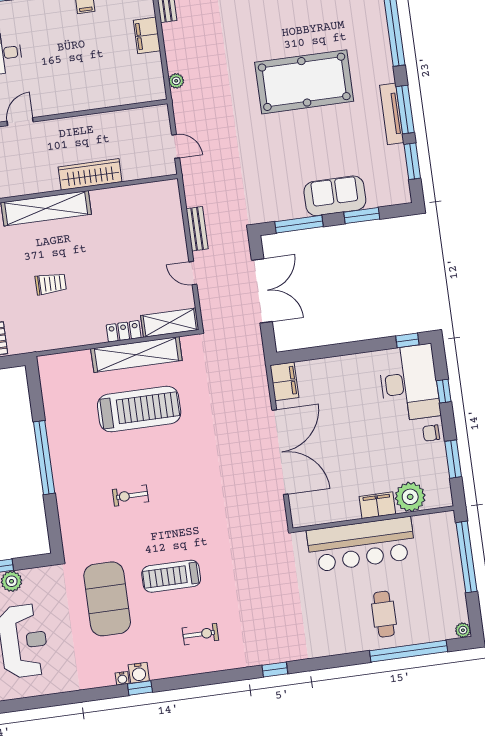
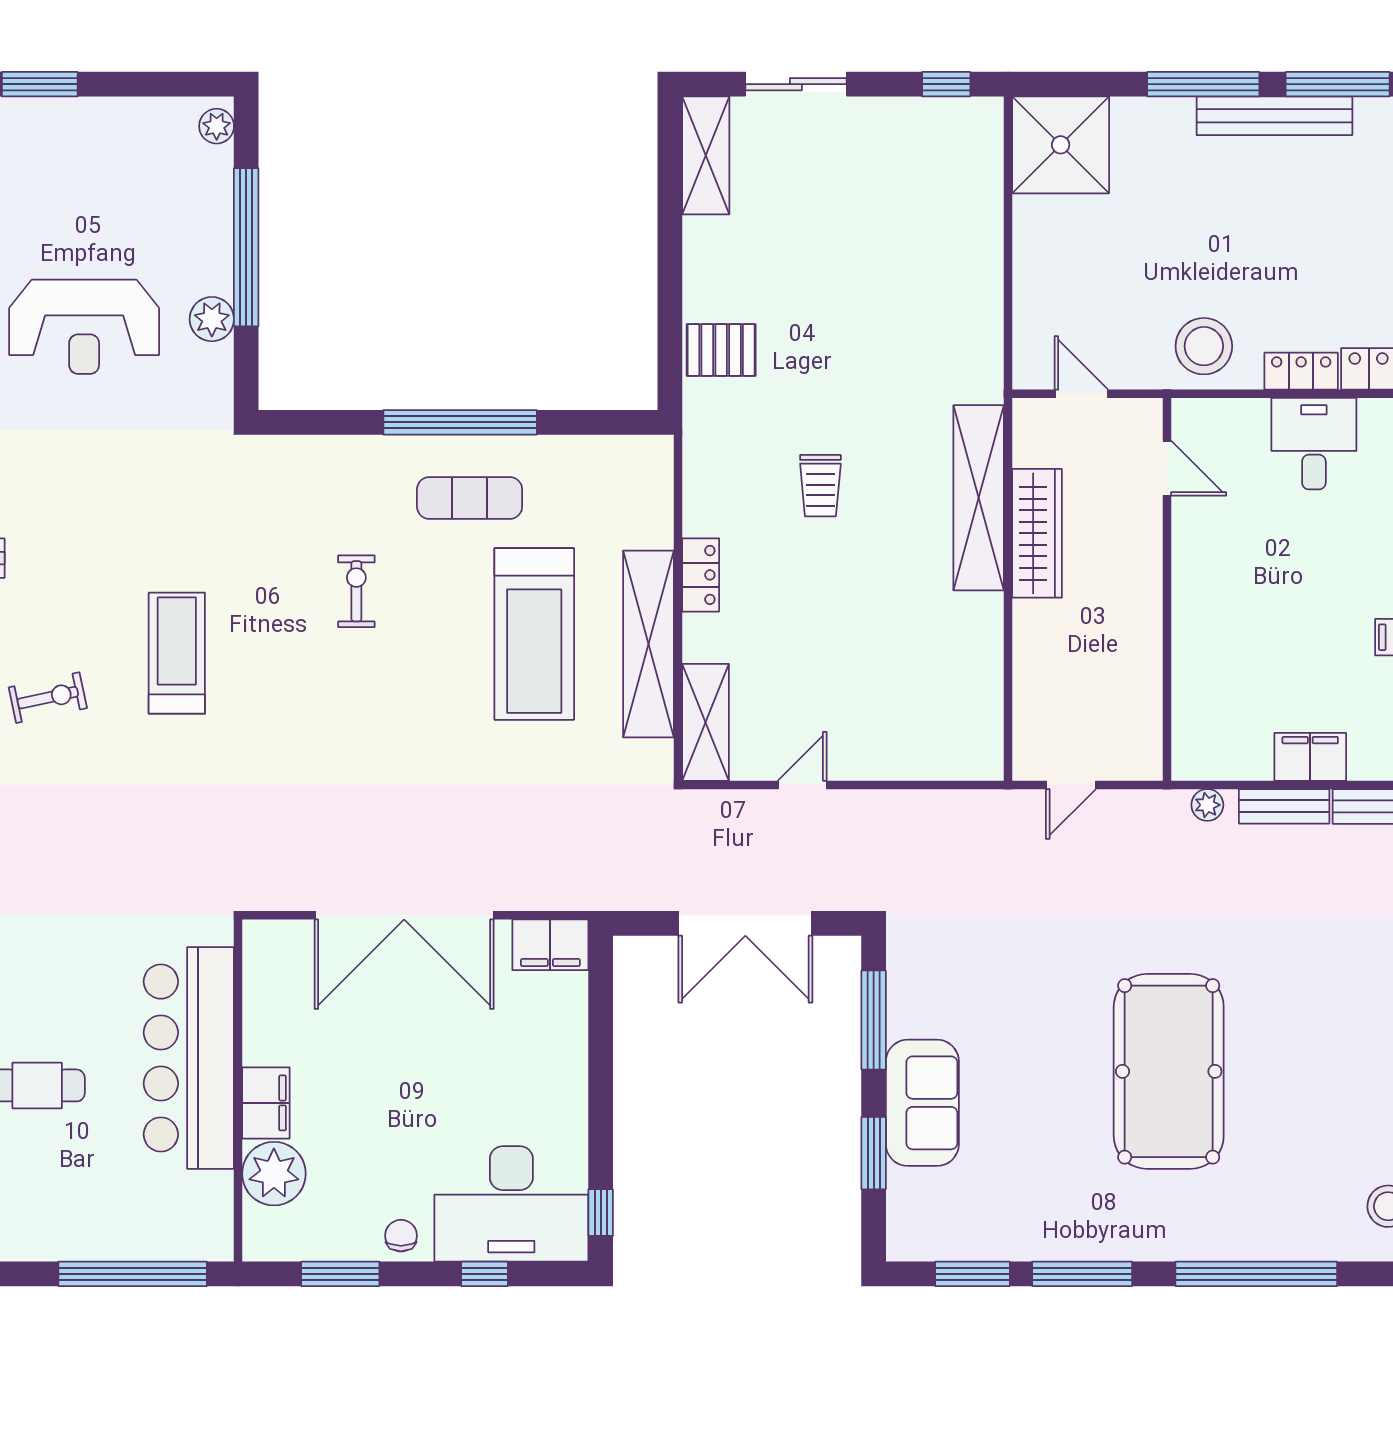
tv unit: (392, 114) -> (1077, 1244), removed
wardrobe: (90, 174) -> (1037, 533), moved
bench: (197, 229) -> (1284, 806), moved
locker: (124, 331) -> (701, 575), moved
exercise mat: (107, 599) -> (470, 498), moved, width x0.50, depth x0.69
exercise bike: (200, 634) -> (48, 698), turned -102

